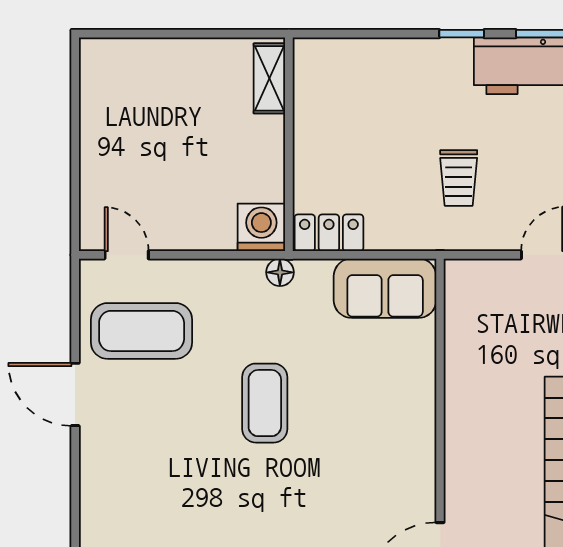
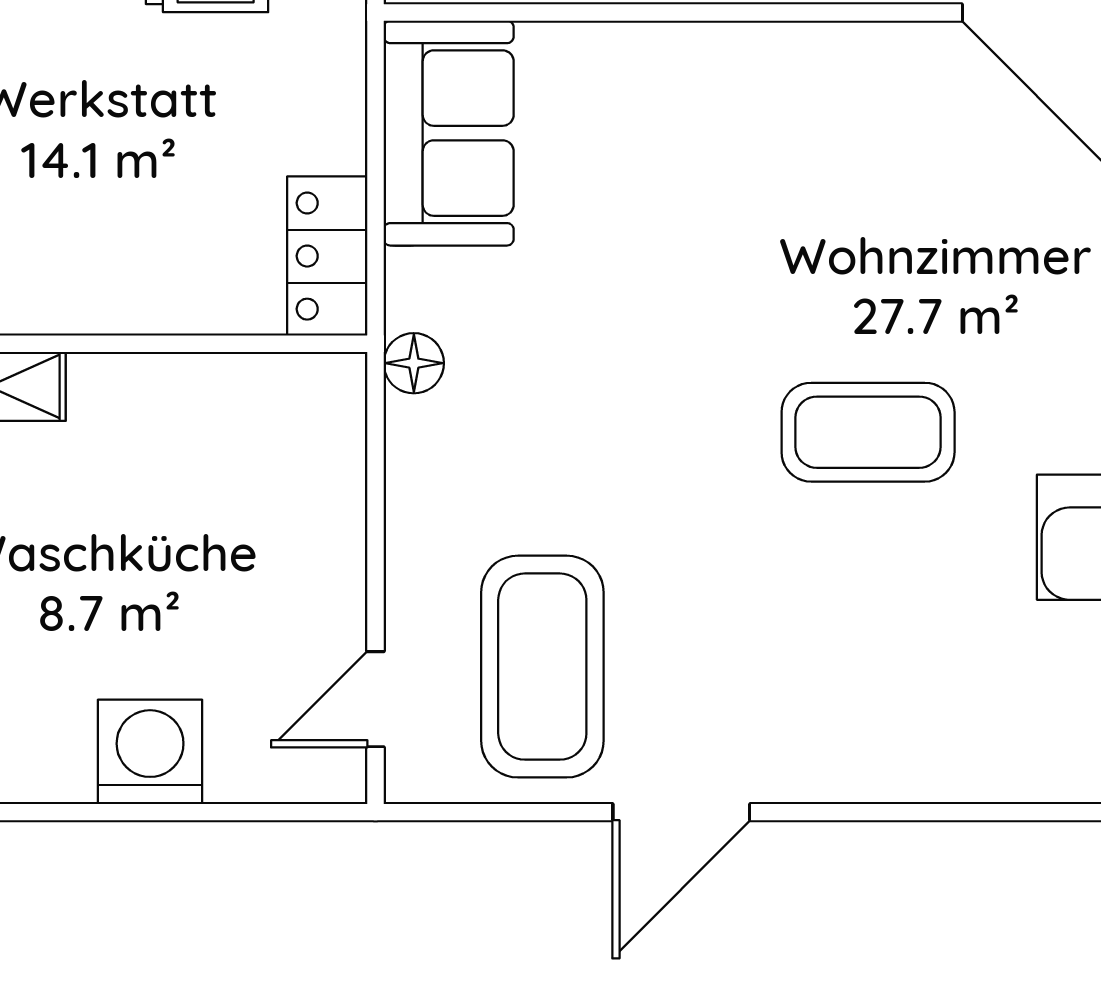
washing machine: (261, 227) -> (150, 752), moved, turned 90
coffee table: (265, 403) -> (868, 432), moved

